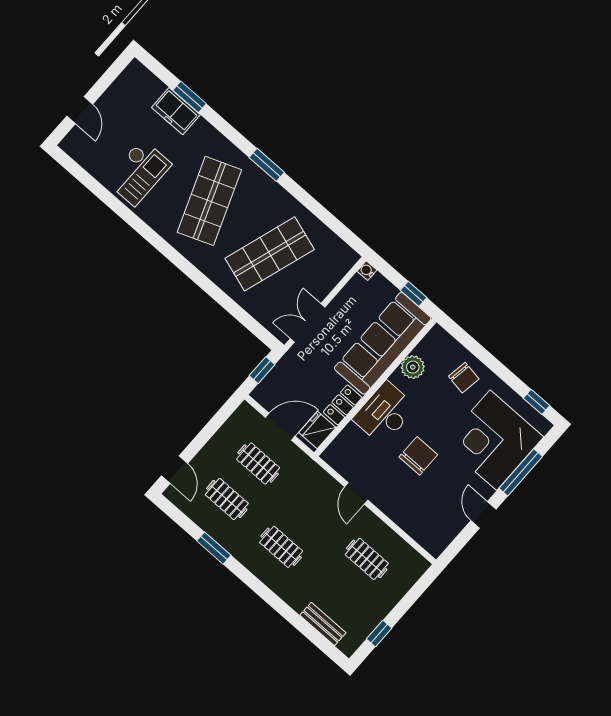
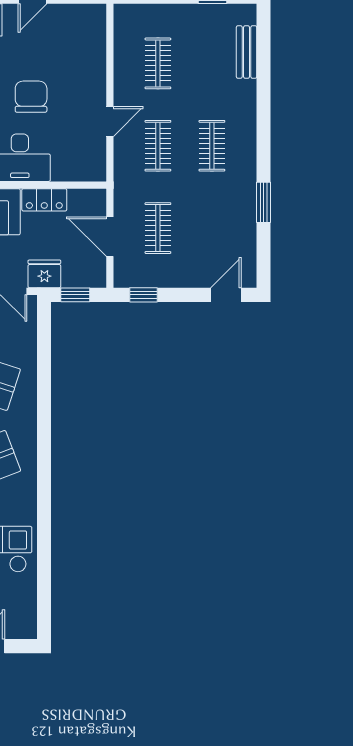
window: (222, 415) -> (143, 295), added
fridge: (317, 430) -> (44, 274), moved, turned 180
chair: (418, 456) -> (31, 97), turned 90
clothes rail: (227, 499) -> (158, 146), moved

